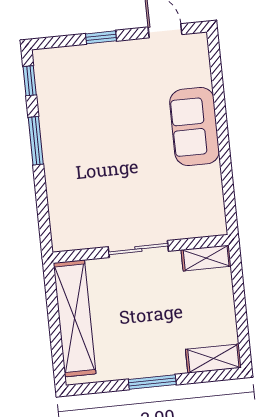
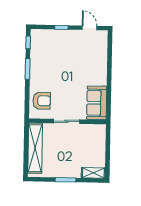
sofa: (195, 127) -> (97, 103), moved
armchair: (76, 209) -> (42, 101), added
shelving: (206, 258) -> (95, 129), removed

